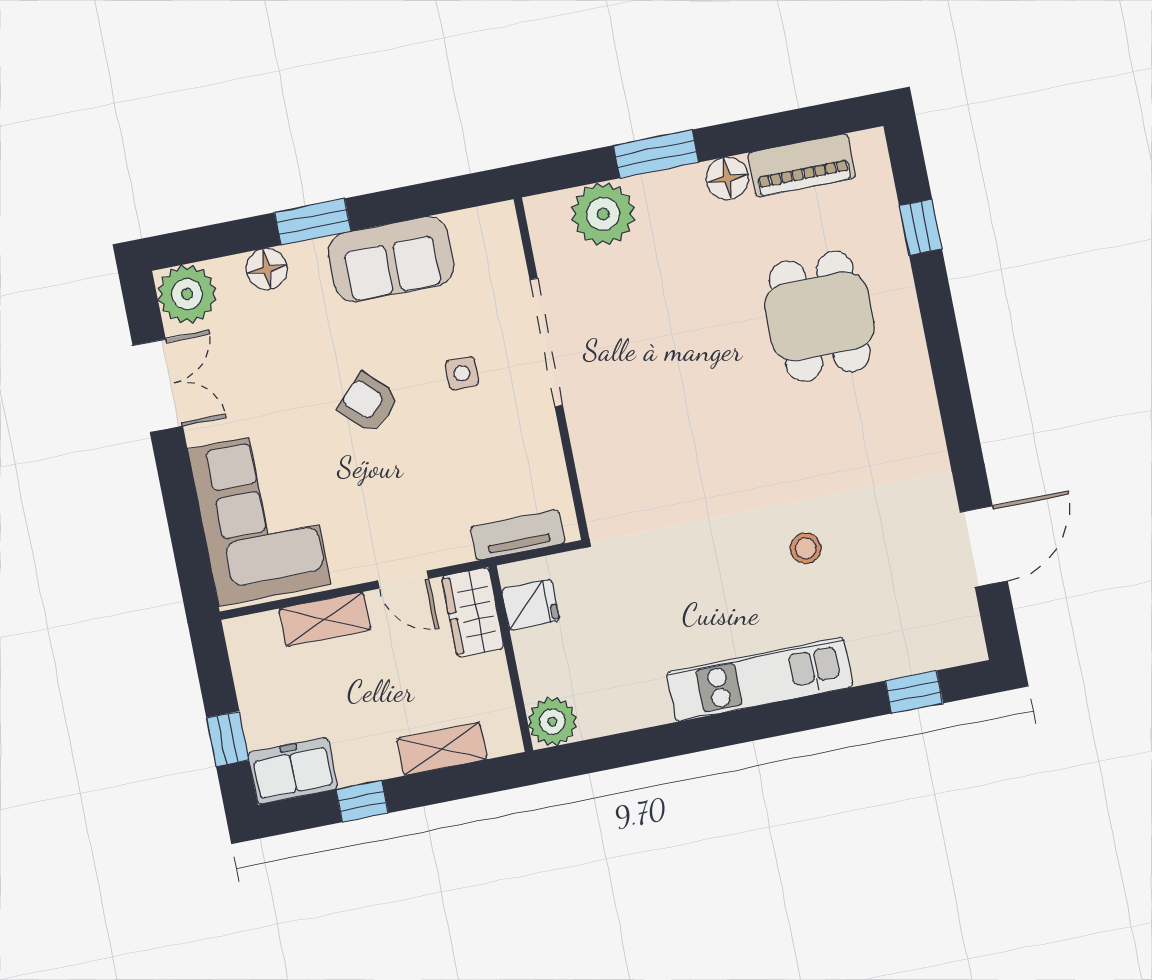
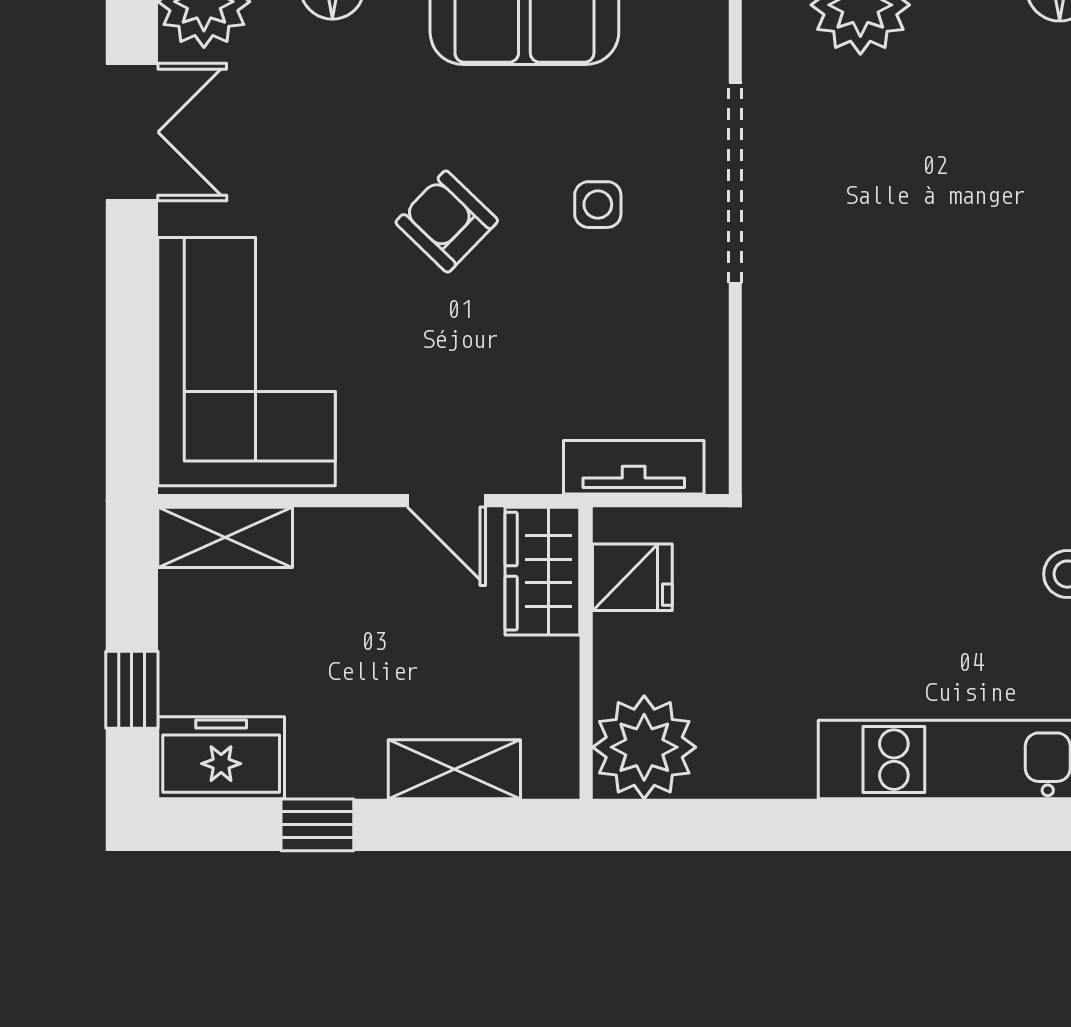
shelving: (325, 619) -> (225, 537), moved
plant: (552, 722) -> (644, 747), width x1.36, depth x1.36

